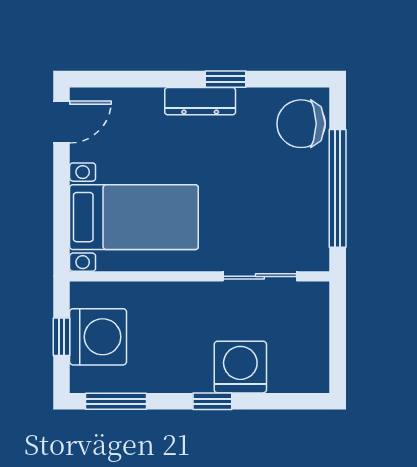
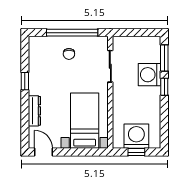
dresser: (200, 101) -> (34, 111), moved
chair: (301, 124) -> (69, 54), moved, width x0.54, depth x0.54
window: (116, 401) -> (164, 58), moved

